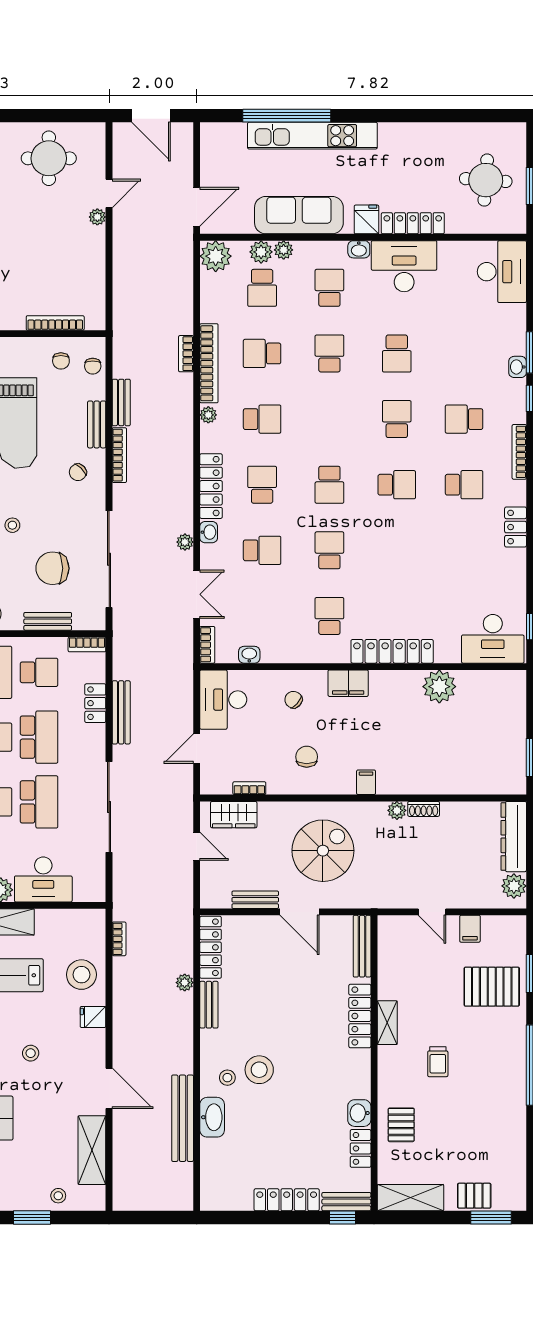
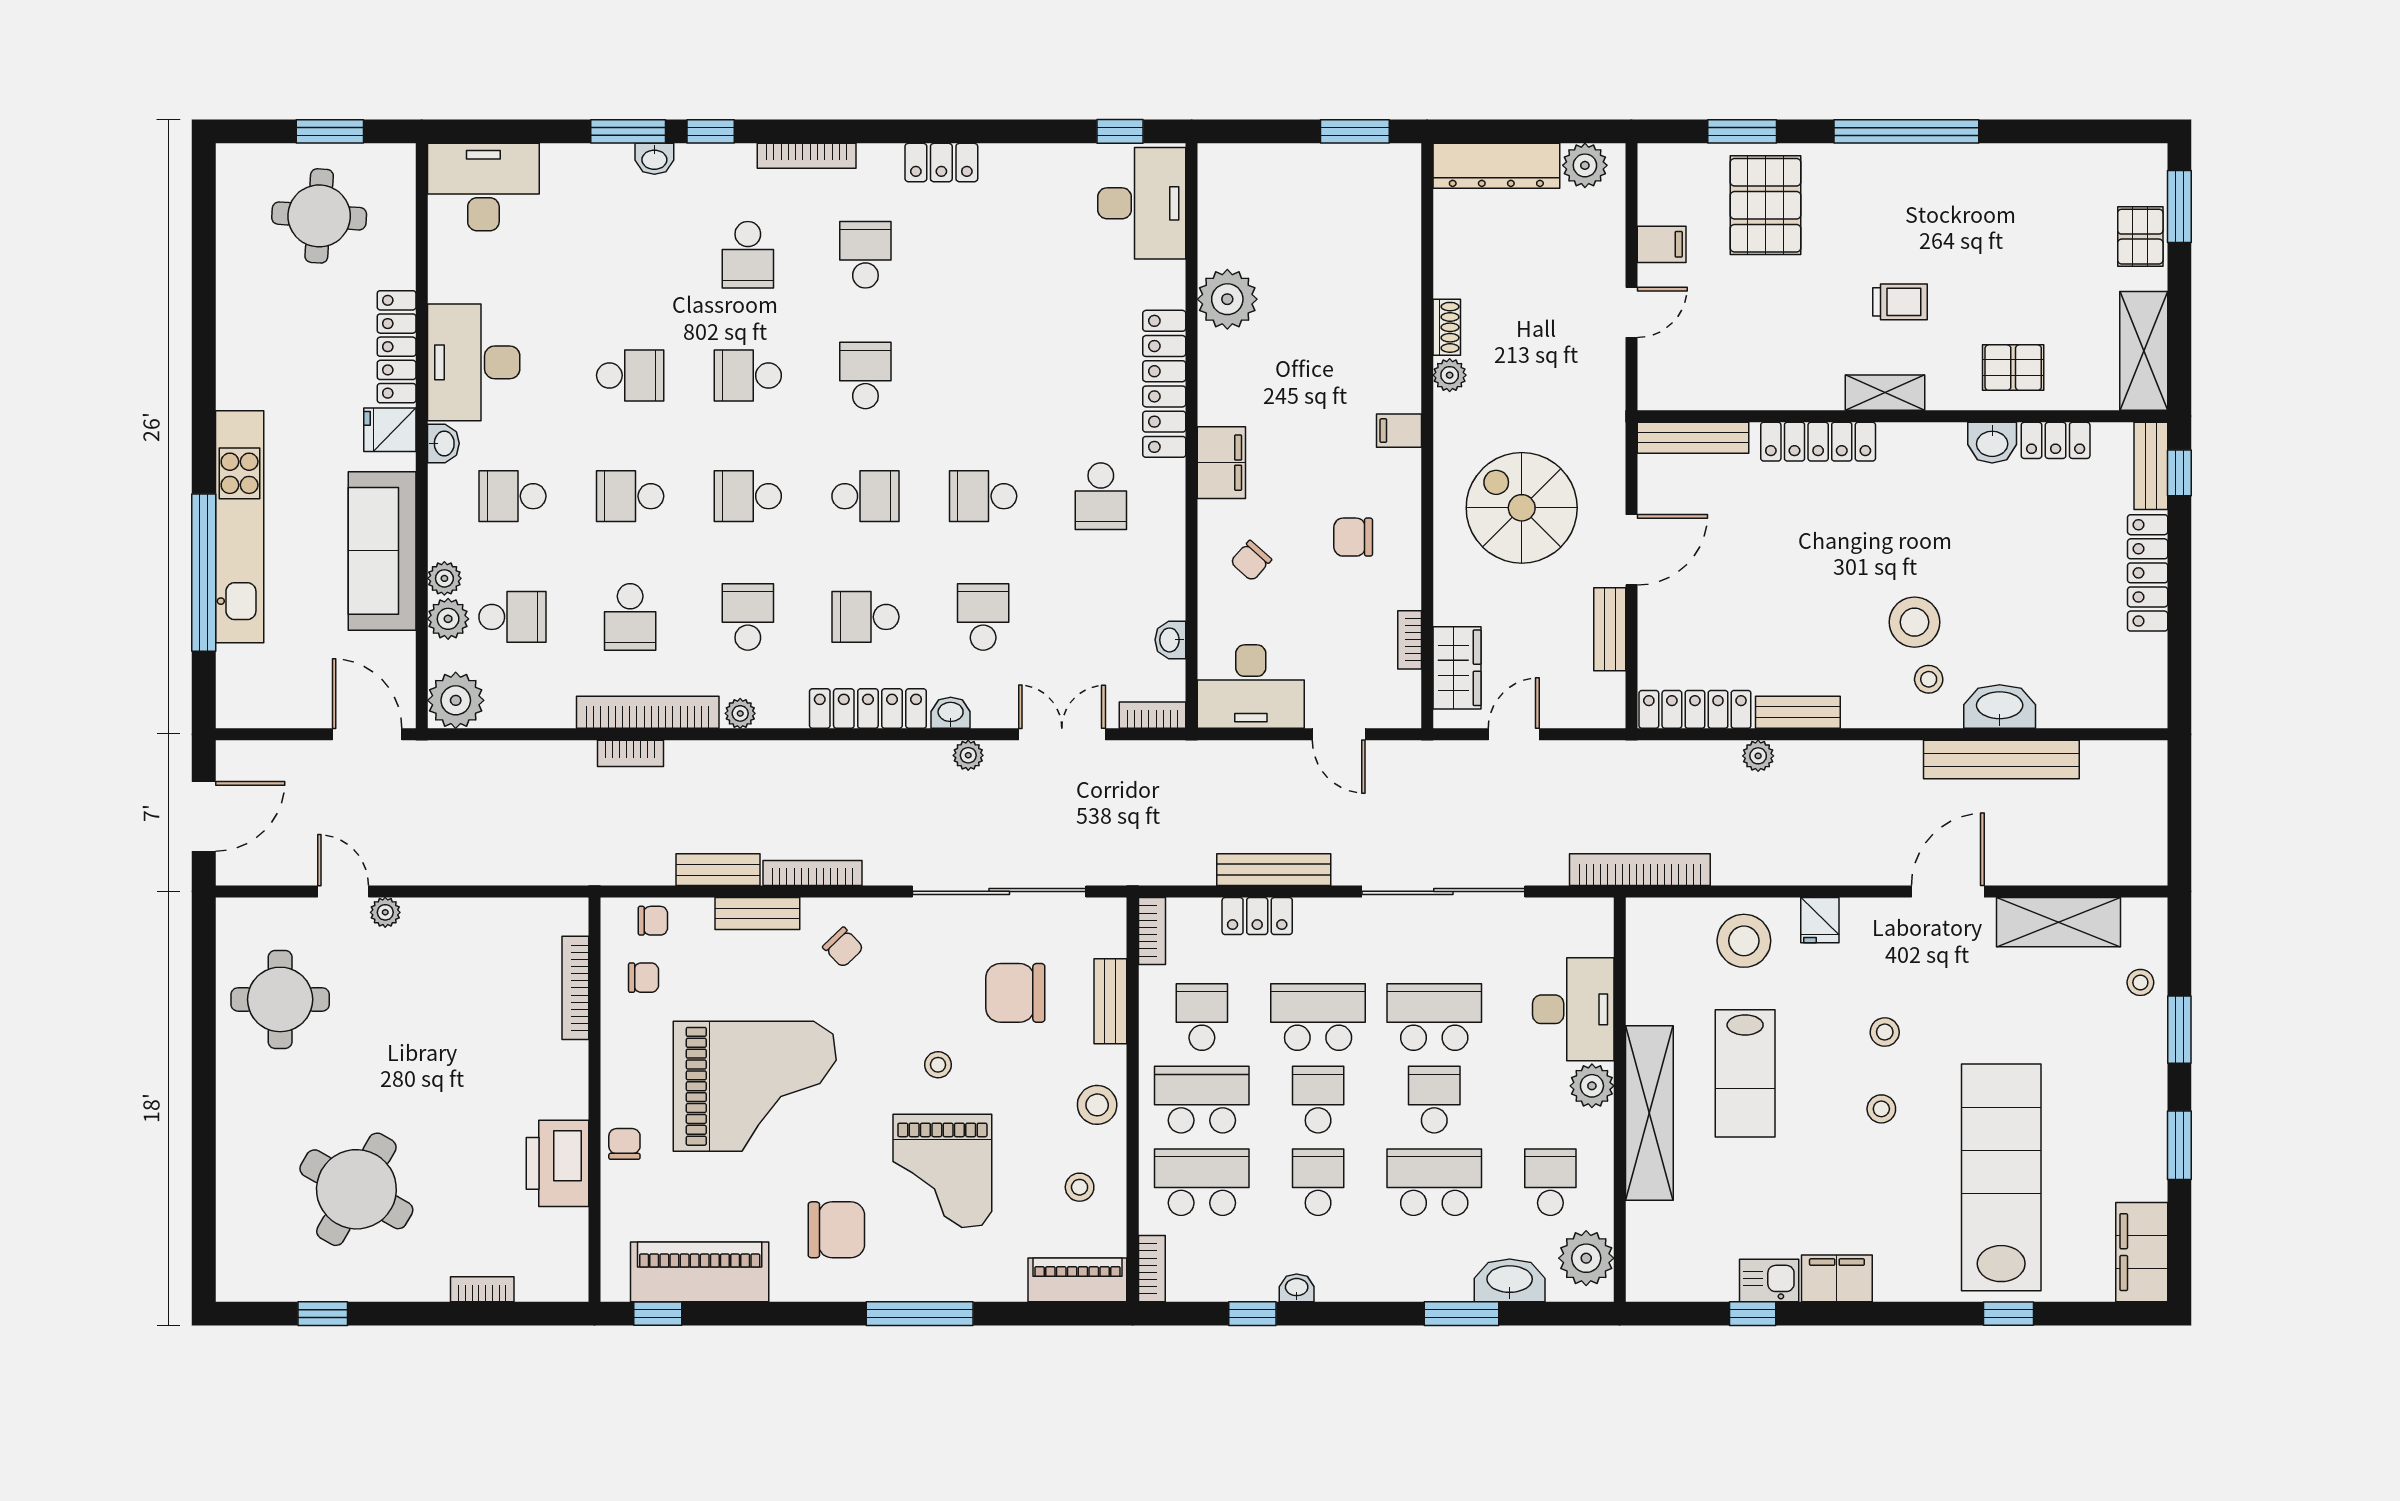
school desk: (329, 419) -> (748, 496), added
chair: (52, 568) -> (1015, 993), turned 90
school desk: (329, 616) -> (1101, 496), turned -90
bookcase: (119, 939) -> (1640, 870), width x2.31, depth x1.31
shelving: (387, 1023) -> (1885, 393), moved

